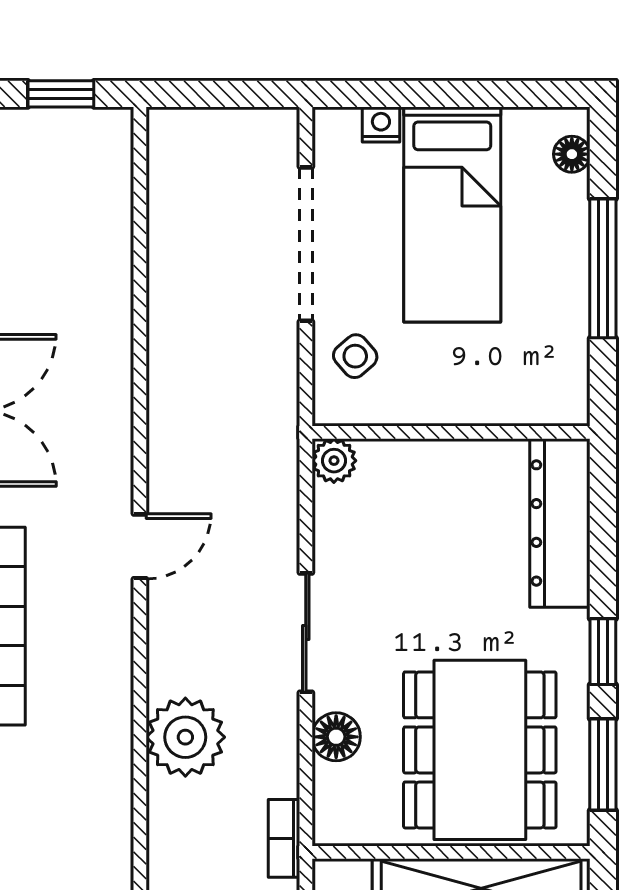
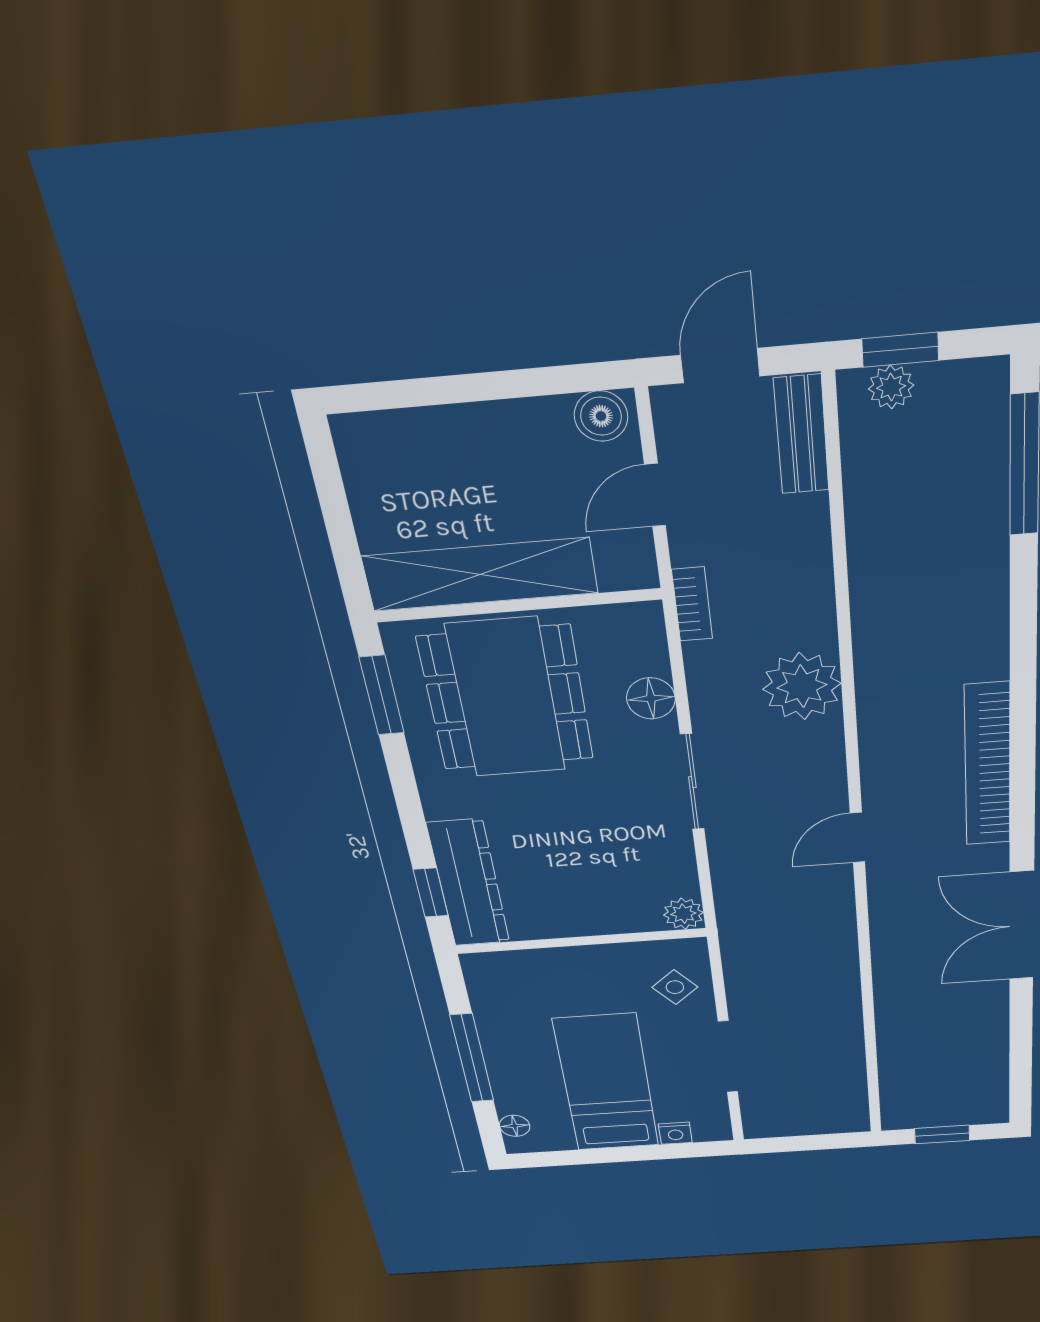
doorway: (306, 244) -> (728, 1057), width x0.73
window: (603, 652) -> (431, 893), moved

